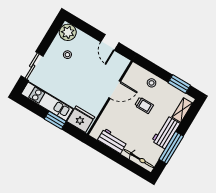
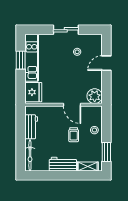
plant: (68, 32) -> (95, 96), moved
door: (110, 42) -> (106, 63), moved
sliding door: (32, 66) -> (66, 30), moved
window: (55, 120) -> (21, 60), moved
window: (171, 148) -> (53, 175), removed

